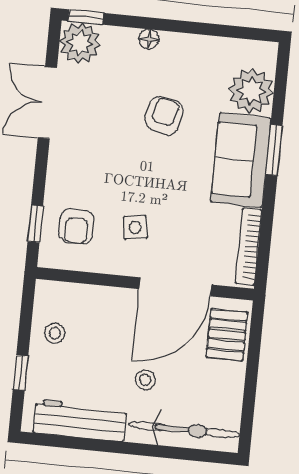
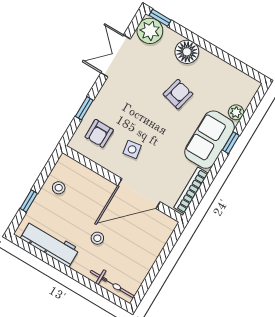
floor lamp: (149, 39) -> (187, 52), width x1.89, depth x1.89
plant: (251, 91) -> (236, 112), width x0.53, depth x0.53
window: (274, 150) -> (231, 143), width x0.67
window: (35, 224) -> (84, 108), moved
pallet: (227, 335) -> (155, 234), removed
bicycle: (184, 430) -> (112, 284), width x0.73, depth x0.71

